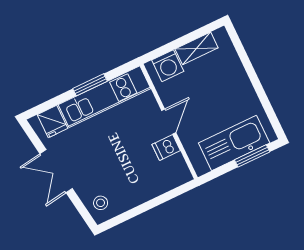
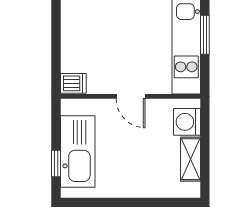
dishwasher: (166, 148) -> (73, 83), moved, turned 90
window: (252, 156) -> (56, 164), width x0.67

